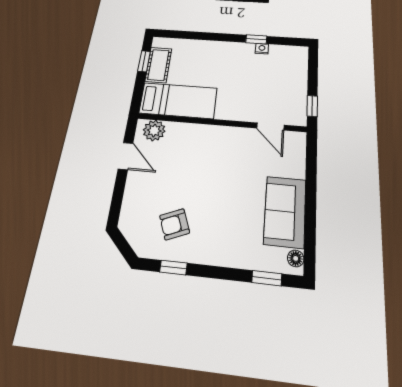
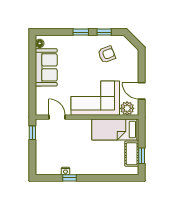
corner sofa: (204, 151) -> (95, 98), added
window: (267, 278) -> (81, 32), moved

